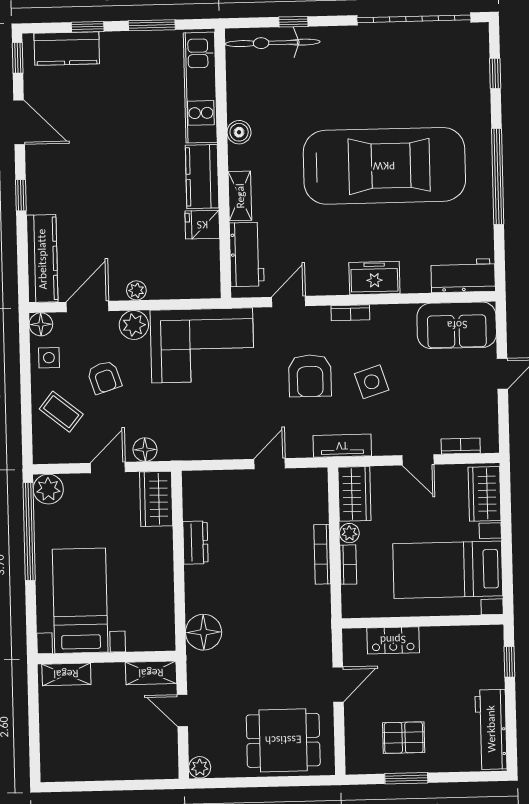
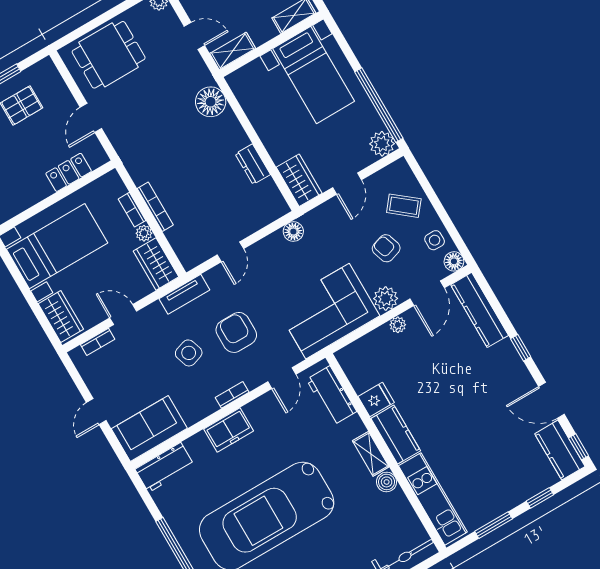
kitchen counter: (67, 49) -> (560, 450), moved, turned -90
shelving: (240, 196) -> (371, 454), moved
floor lamp: (145, 450) -> (293, 232), moved

